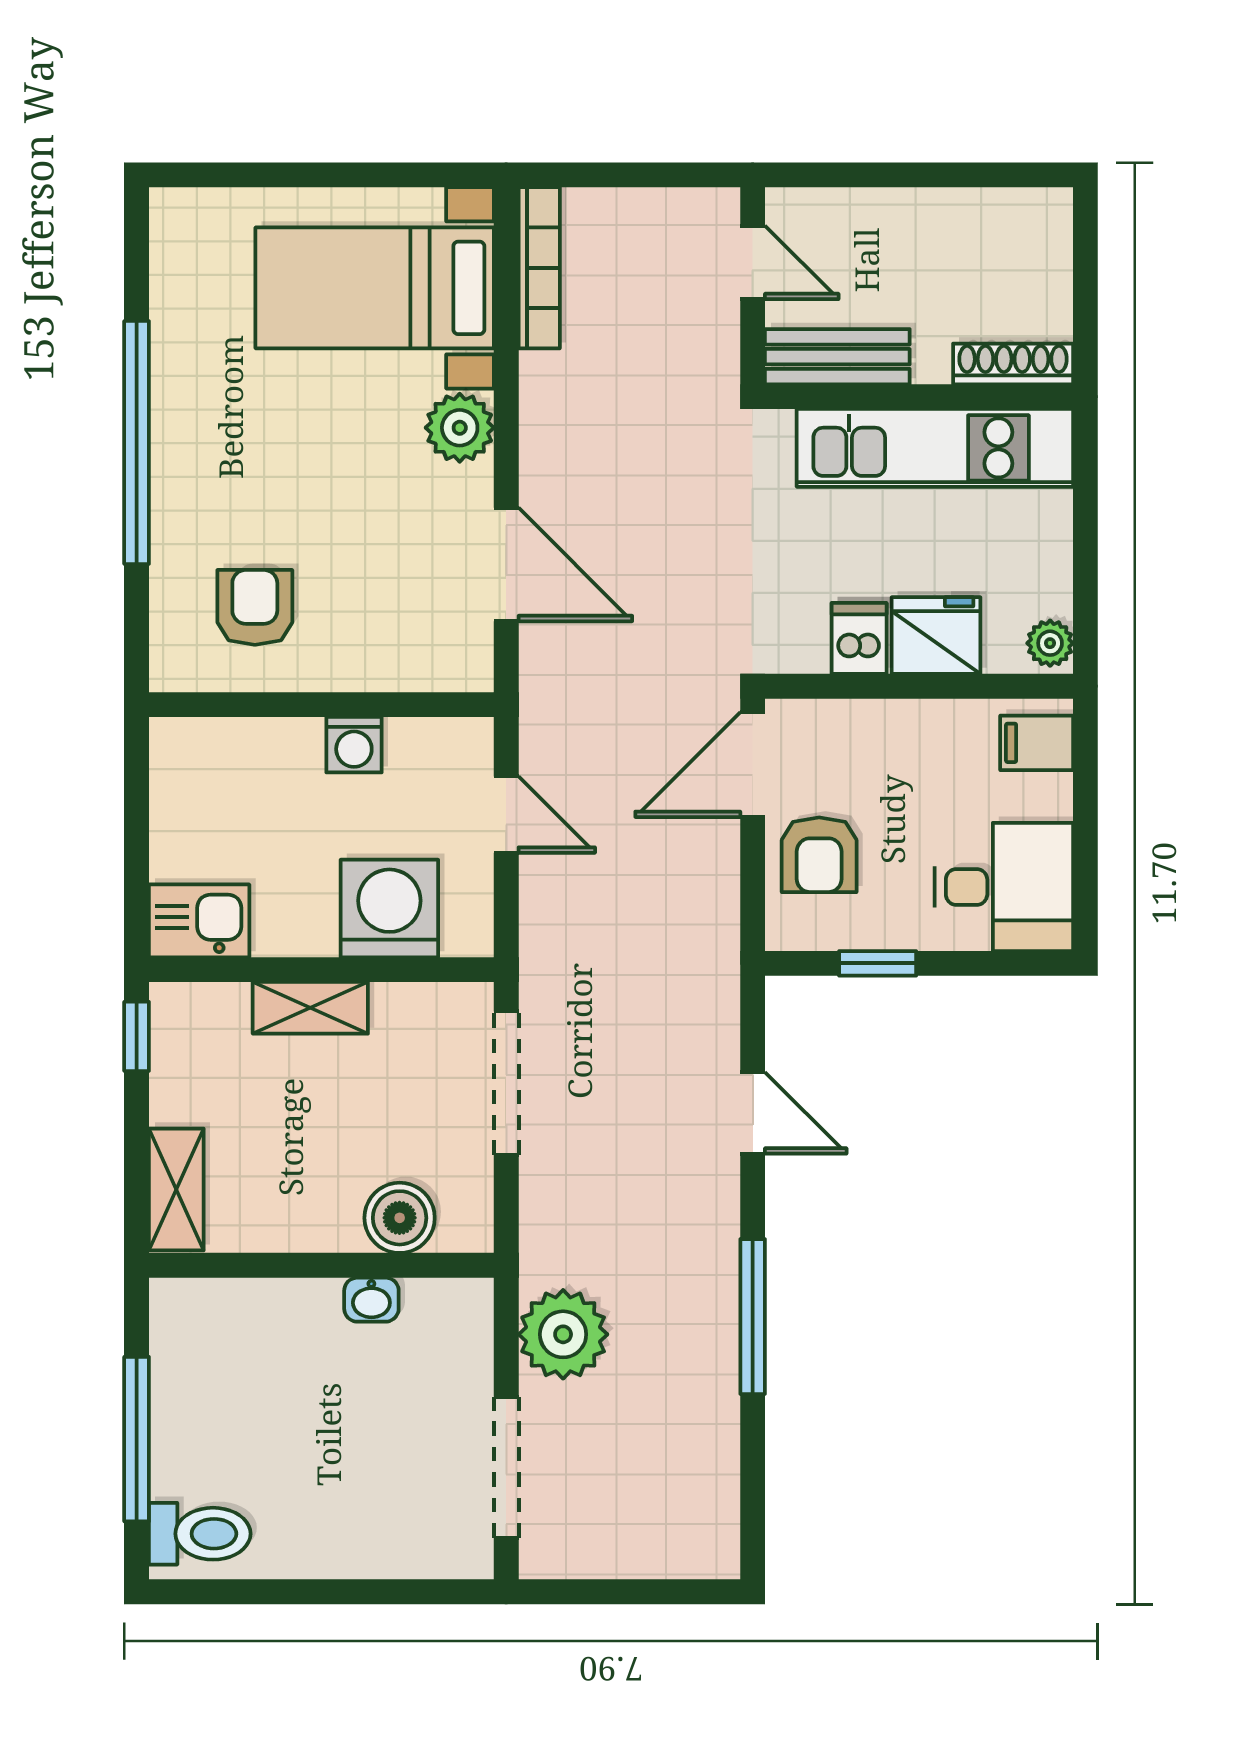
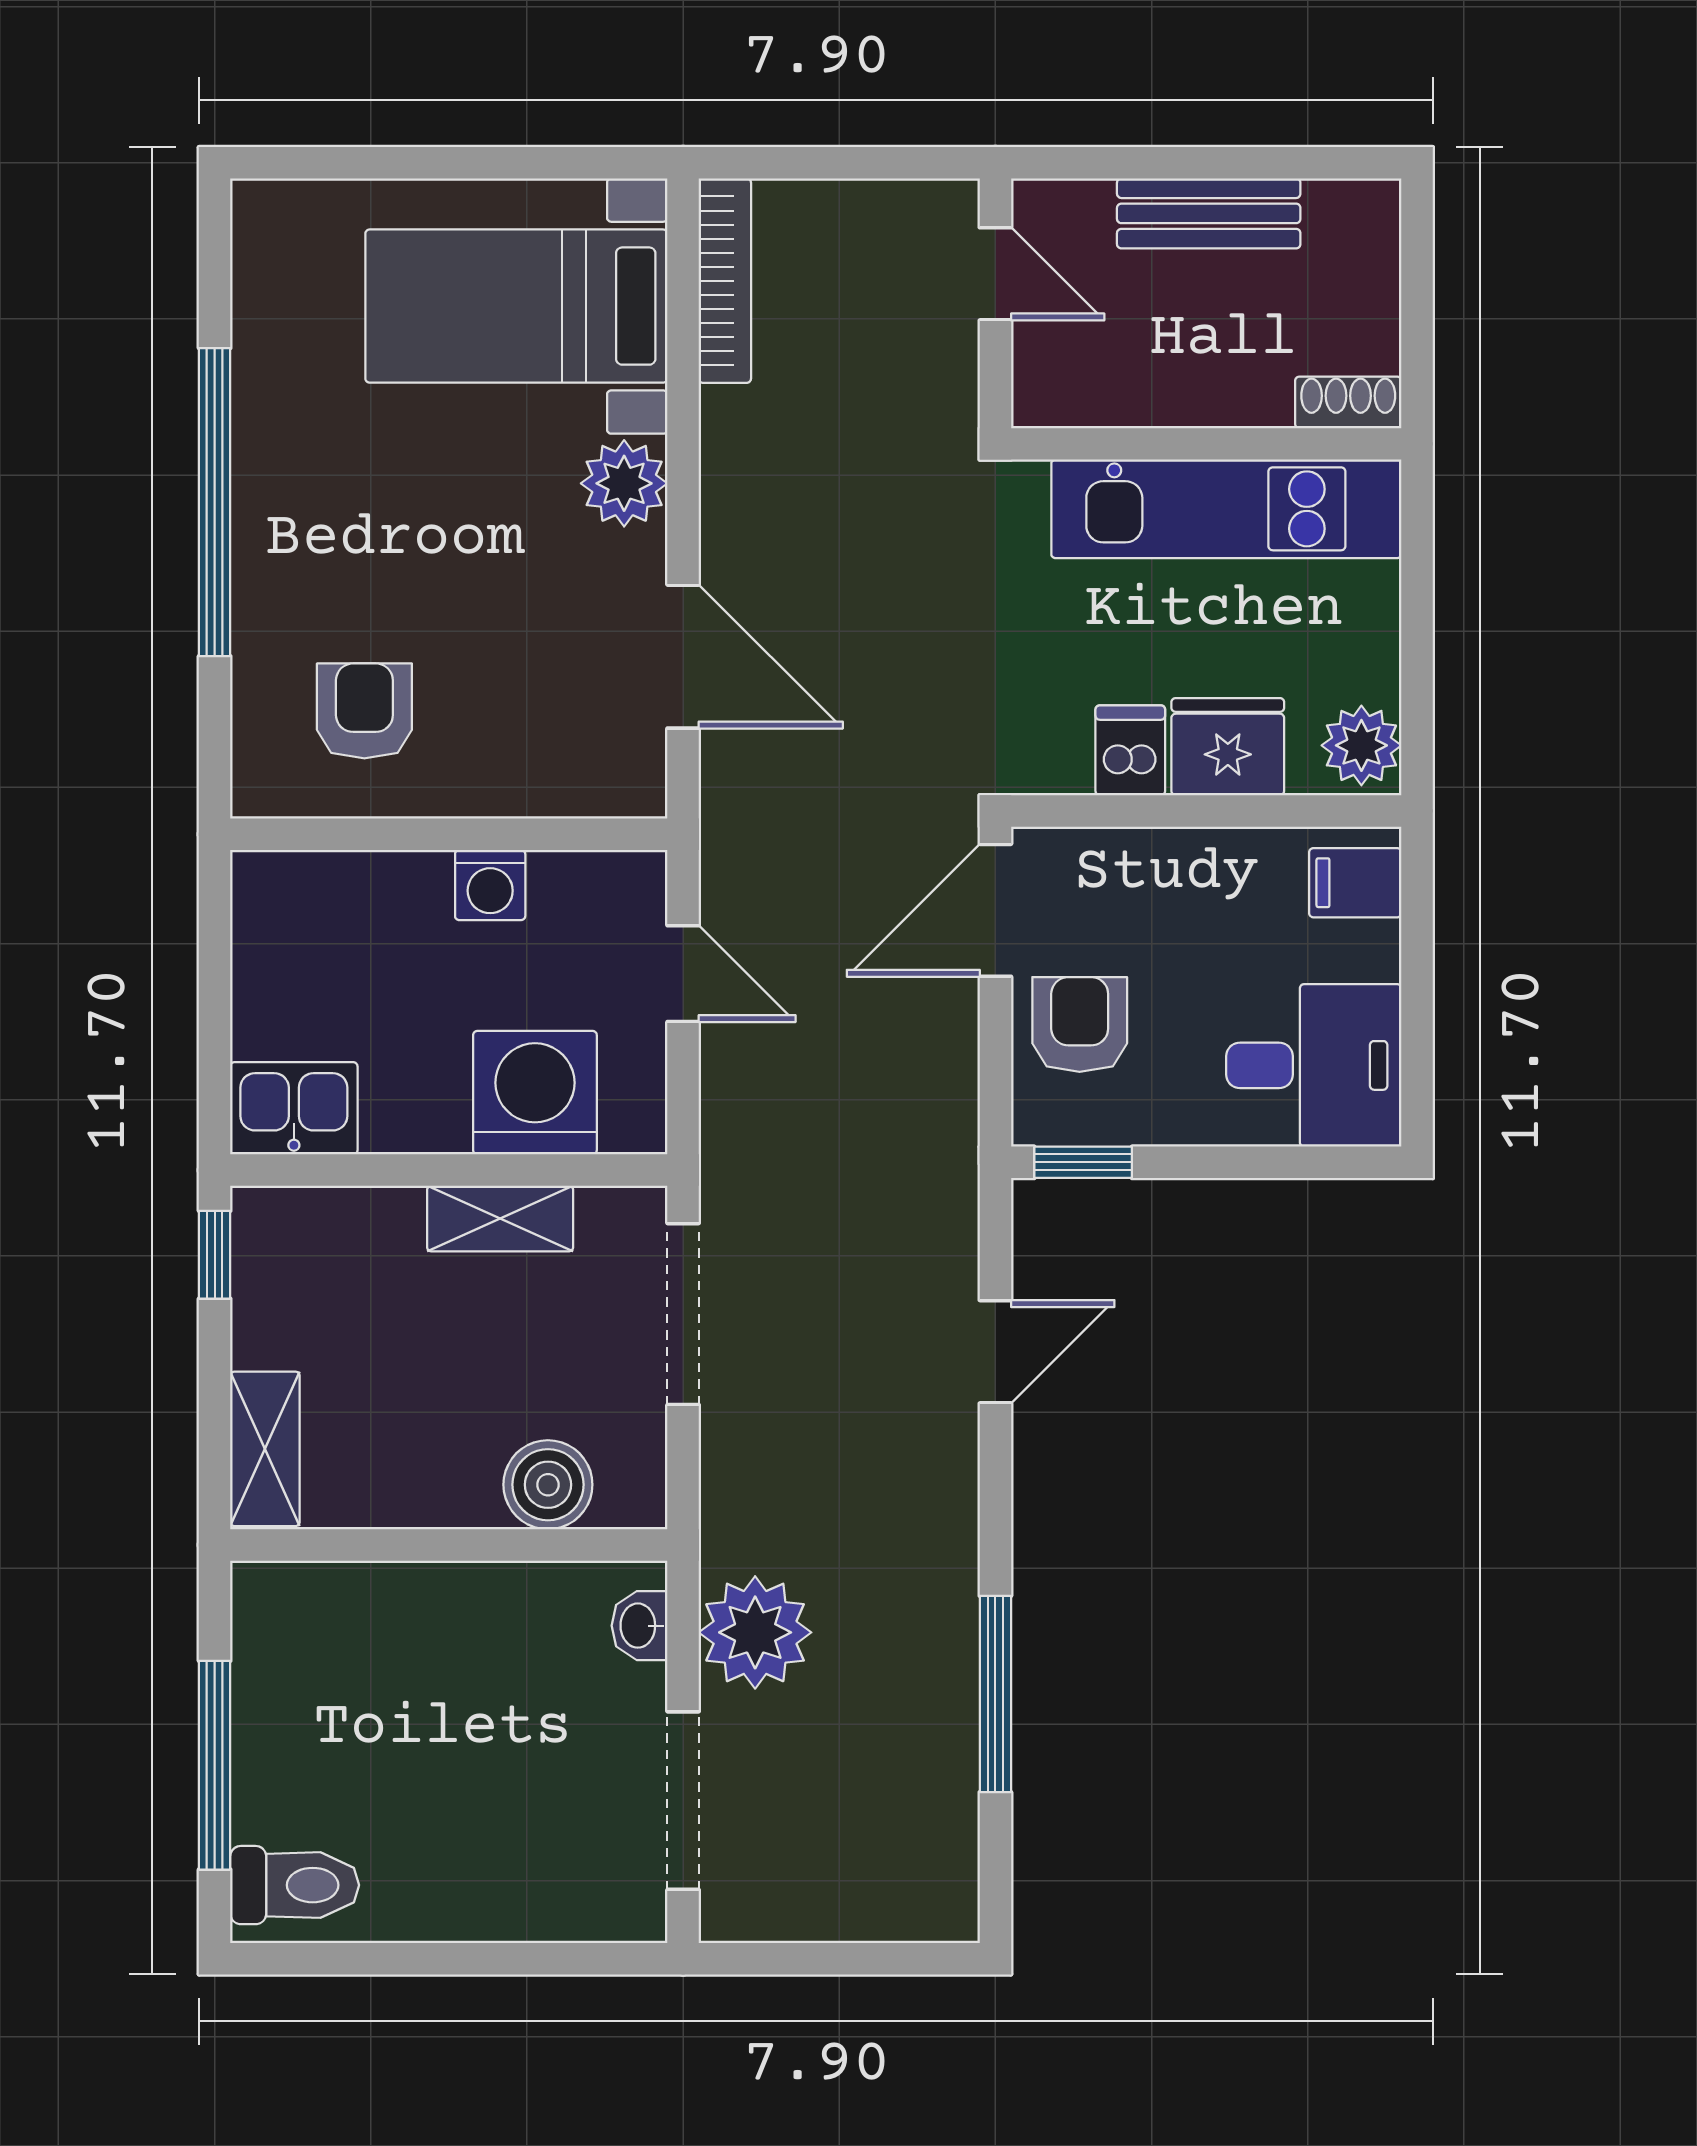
bench: (837, 357) -> (1209, 213), moved
shoe rack: (1013, 364) -> (1348, 402), width x0.70
plant: (1050, 643) -> (1361, 745), width x1.38, depth x1.38
armchair: (819, 855) -> (1080, 1025), turned 180
window: (878, 963) -> (1083, 1162), moved
shelving: (310, 1008) -> (500, 1219), moved
door: (753, 1113) -> (995, 1352), hinge flipped
washbasin: (371, 1300) -> (640, 1626), moved, turned 90
window: (753, 1317) -> (995, 1694), moved

